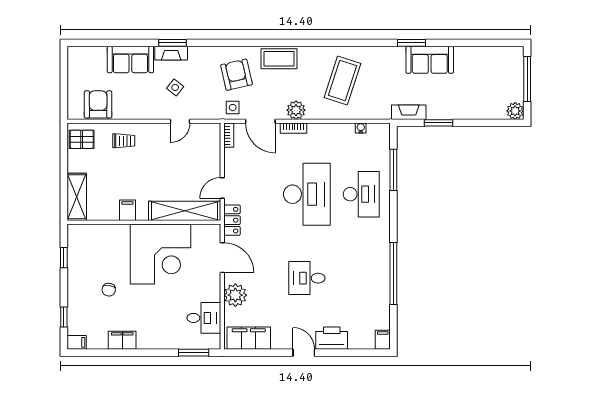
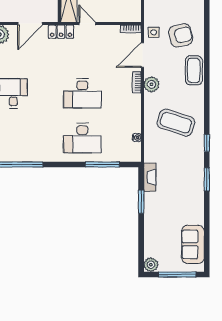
window: (367, 43) -> (207, 143), added
sofa: (430, 60) -> (193, 244), moved
desk: (307, 194) -> (82, 93), width x0.73, depth x0.77

